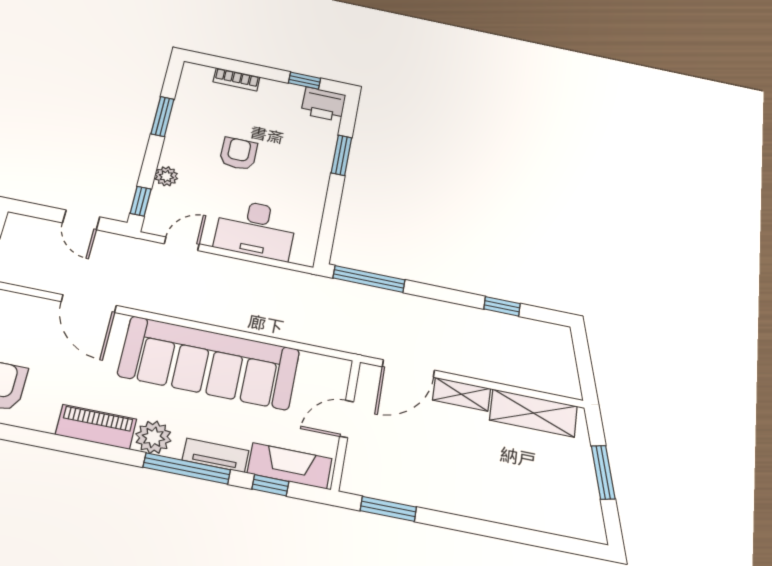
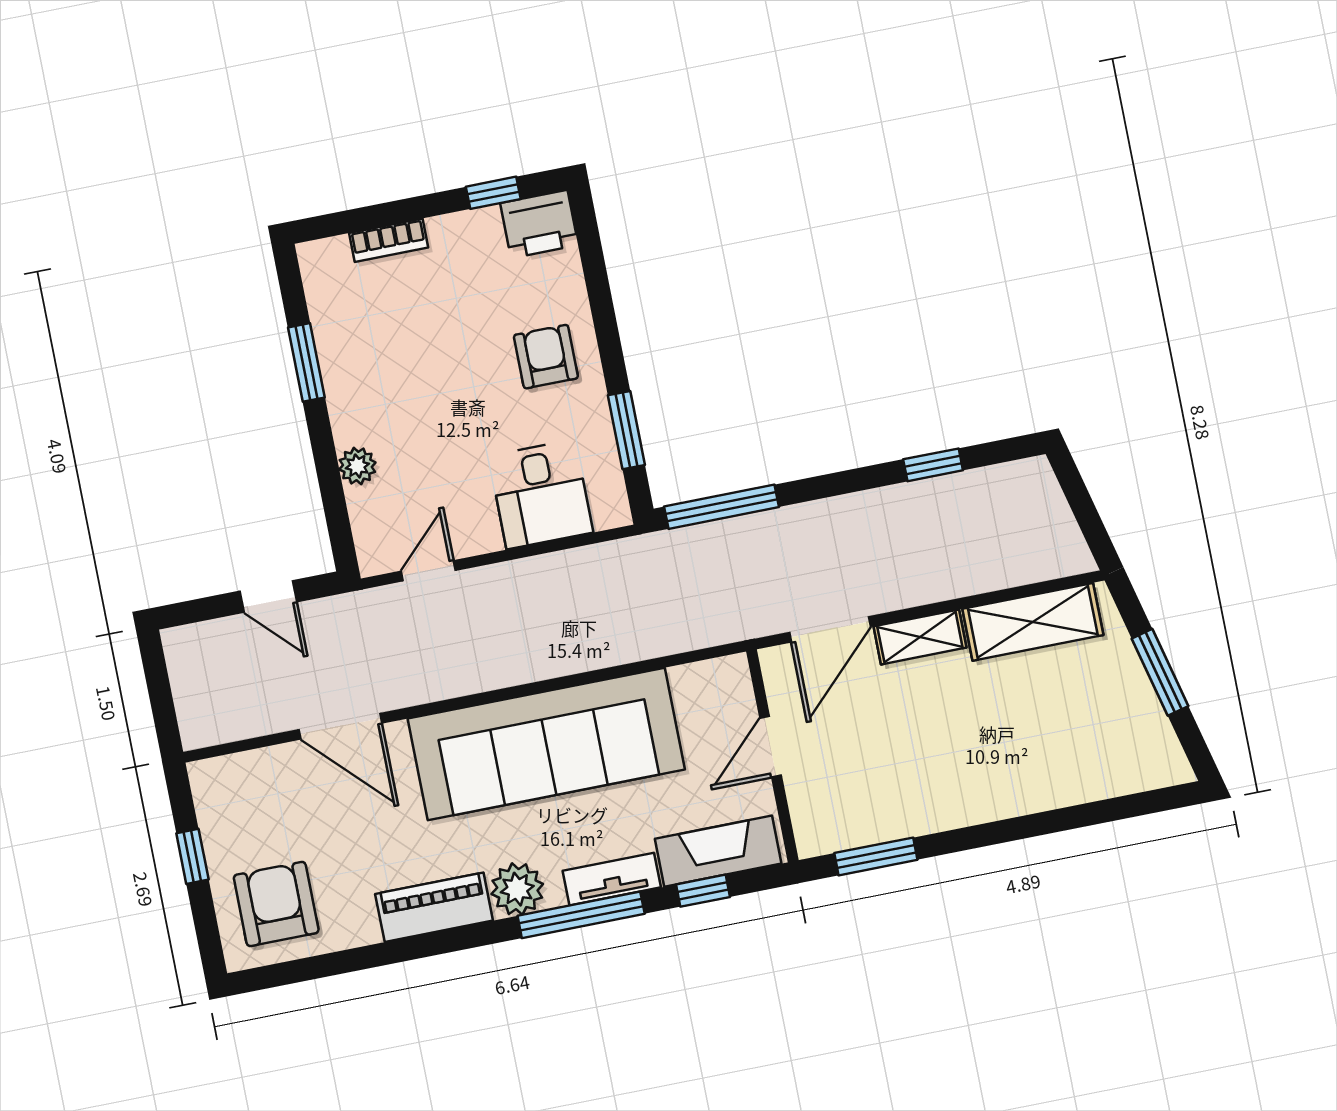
armchair: (238, 154) -> (546, 357), moved
window: (342, 155) -> (626, 430), moved
window: (141, 201) -> (339, 526), removed
desk: (256, 229) -> (541, 494), width x0.73

